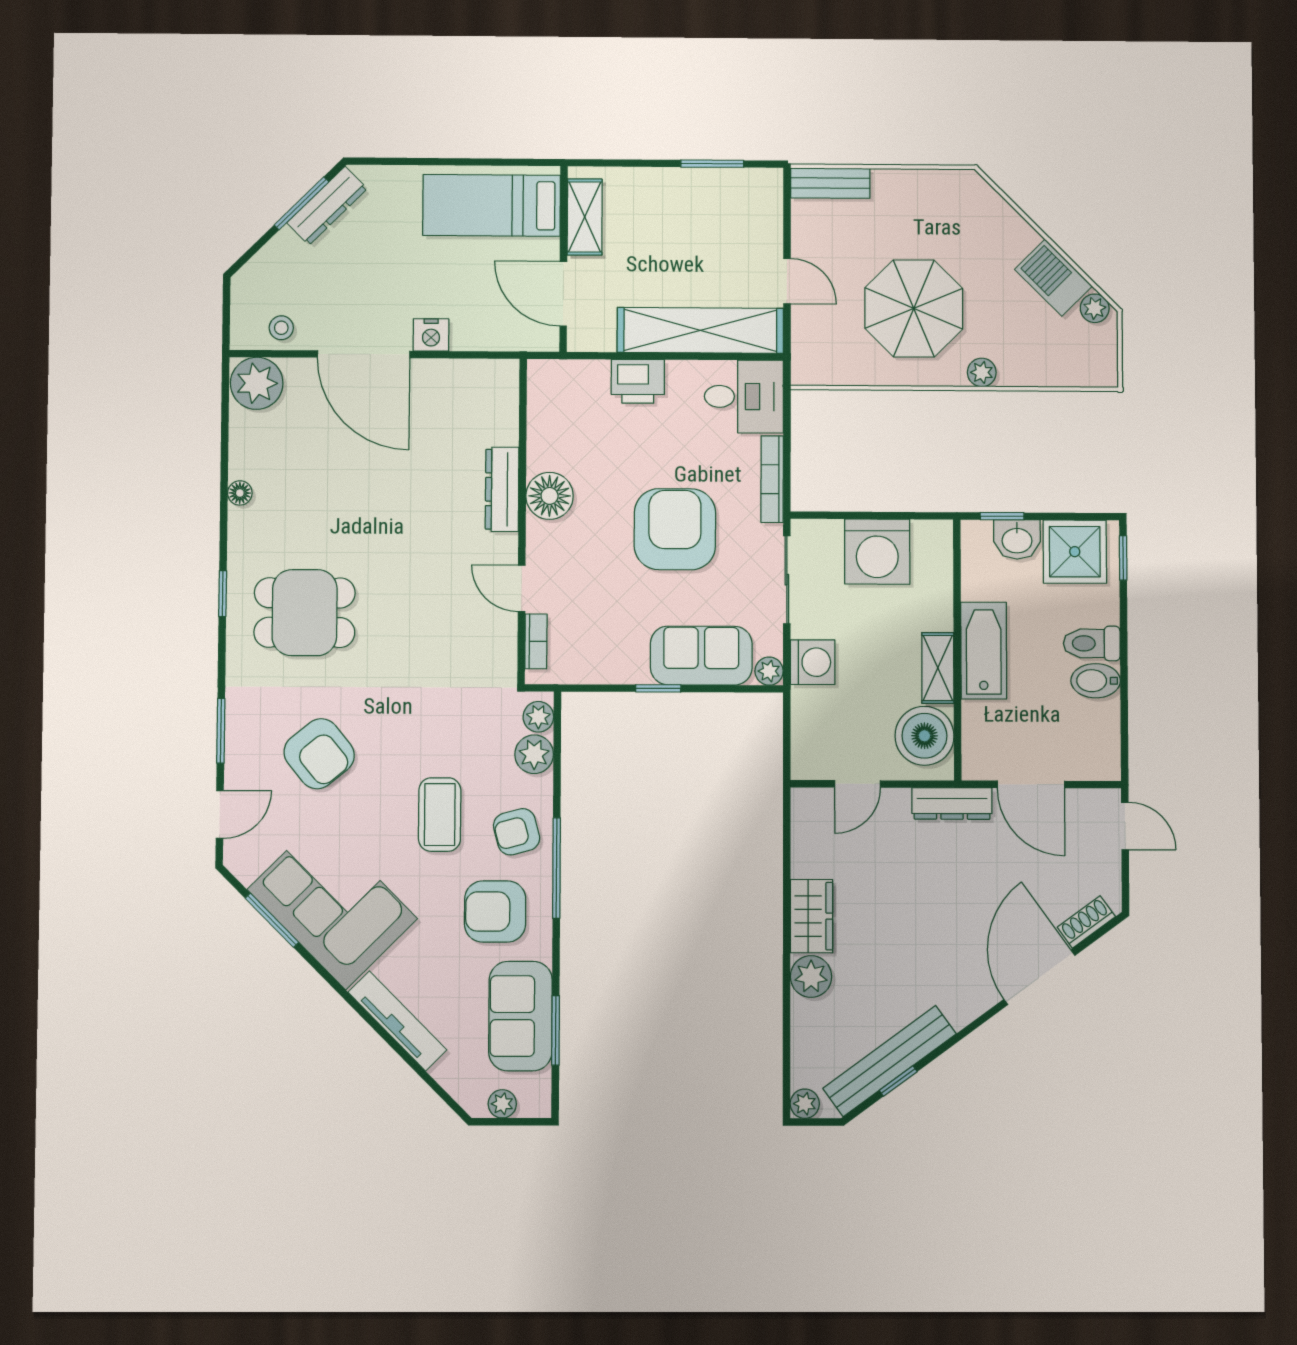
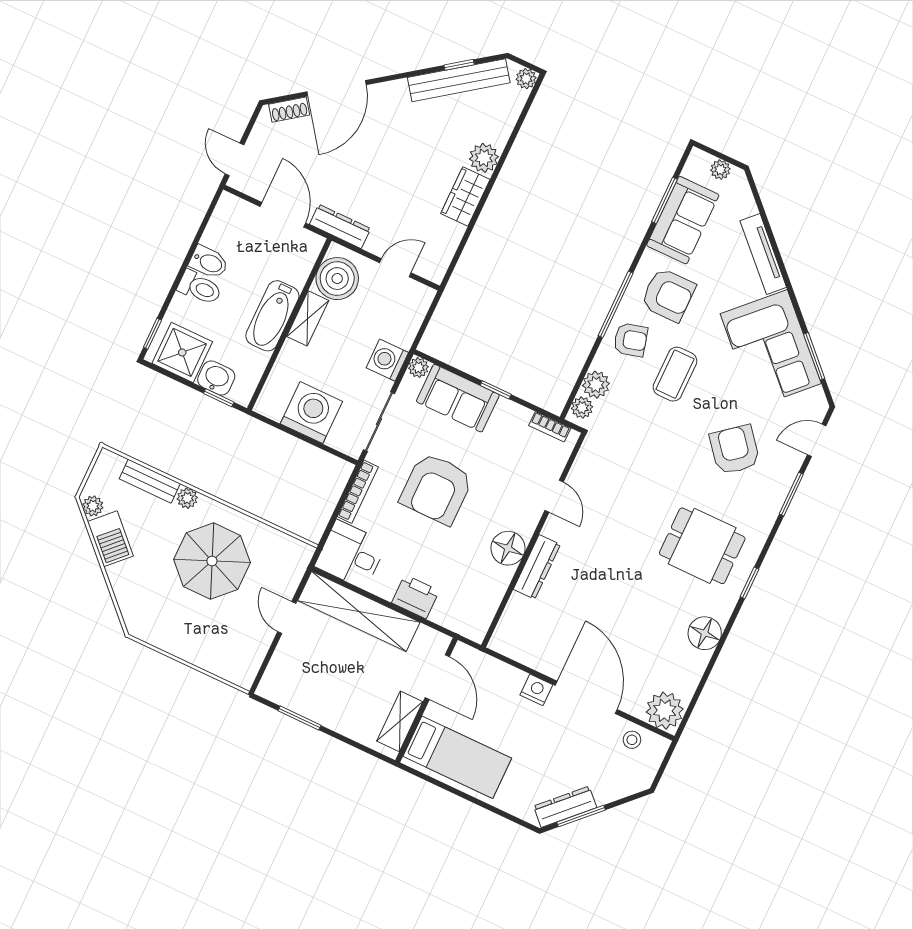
bench: (830, 183) -> (150, 481), moved
floor lamp: (240, 493) -> (705, 633), width x1.89, depth x1.89
bookcase: (536, 641) -> (550, 427), moved, turned -90

